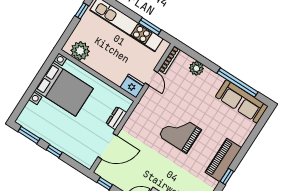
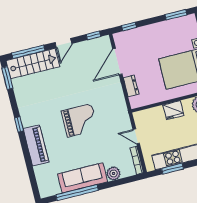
fridge: (132, 86) -> (173, 110), moved
sofa: (242, 101) -> (83, 178), moved
window: (54, 151) -> (129, 27), moved
piano: (223, 160) -> (36, 146), moved

